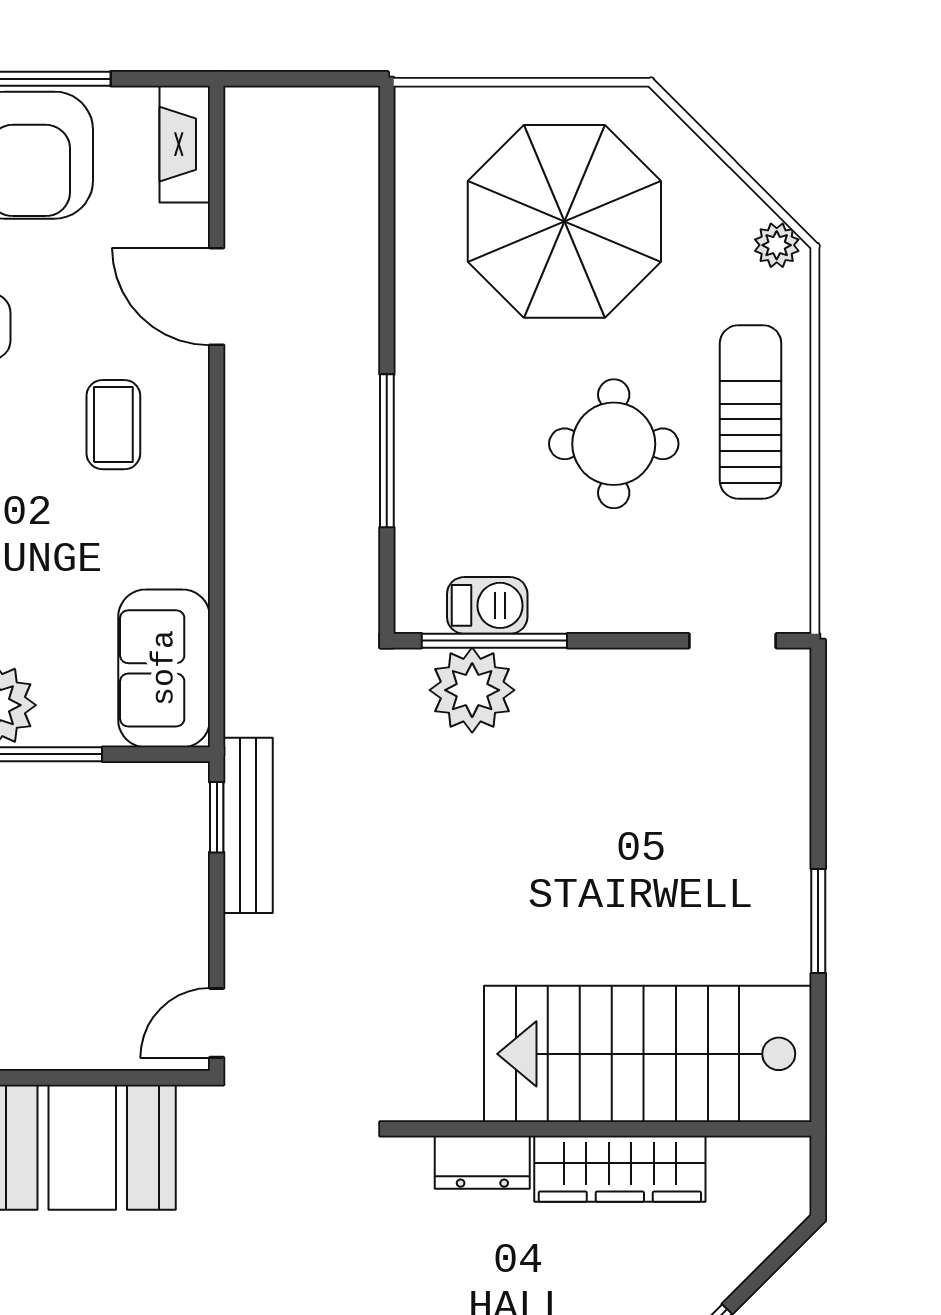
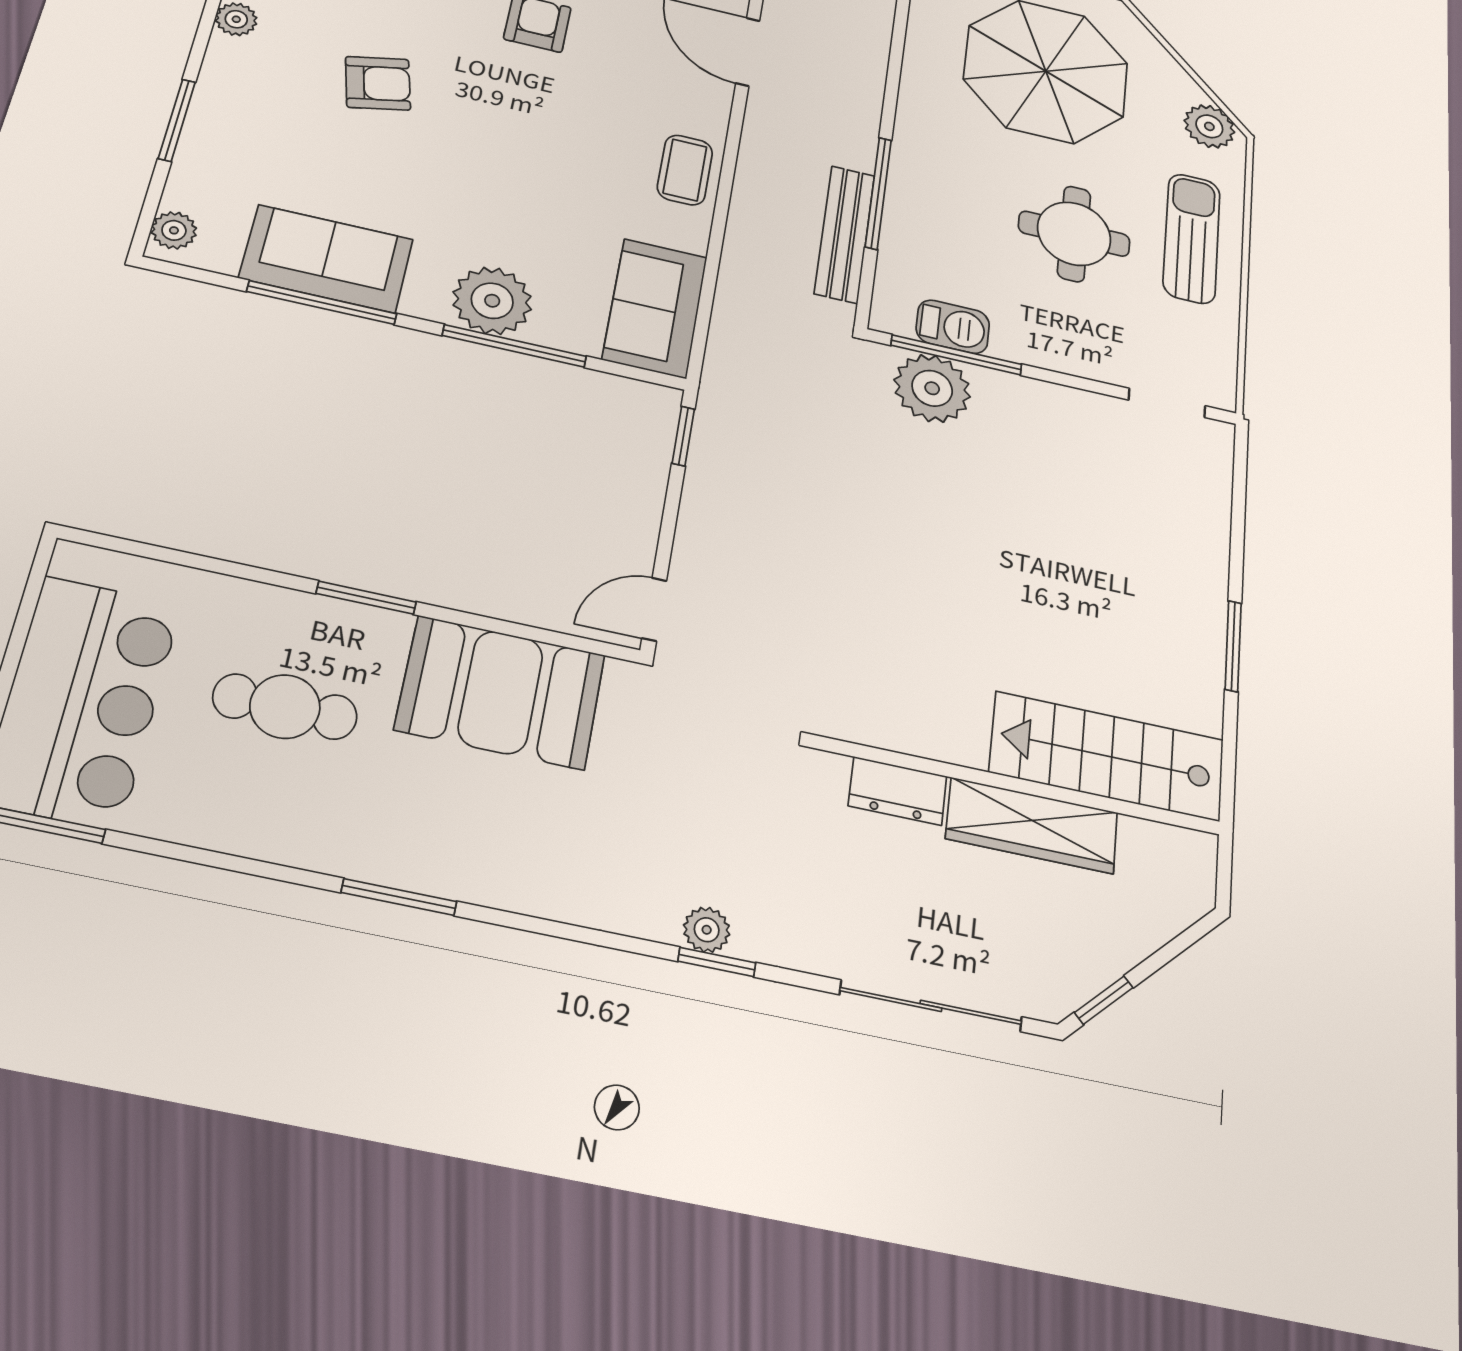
plant: (777, 245) -> (1209, 126), width x1.38, depth x1.38
coffee table: (113, 425) -> (685, 170), moved
bench: (248, 825) -> (845, 234), moved
stairs: (648, 1054) -> (1107, 756), width x0.73, depth x0.66

